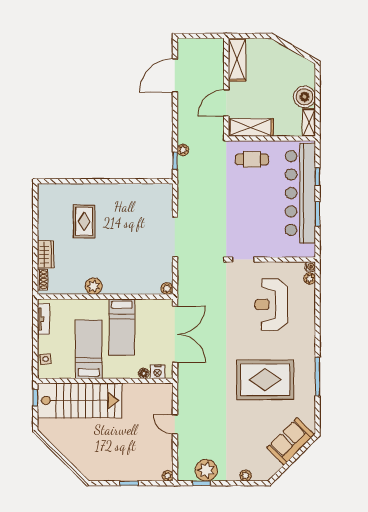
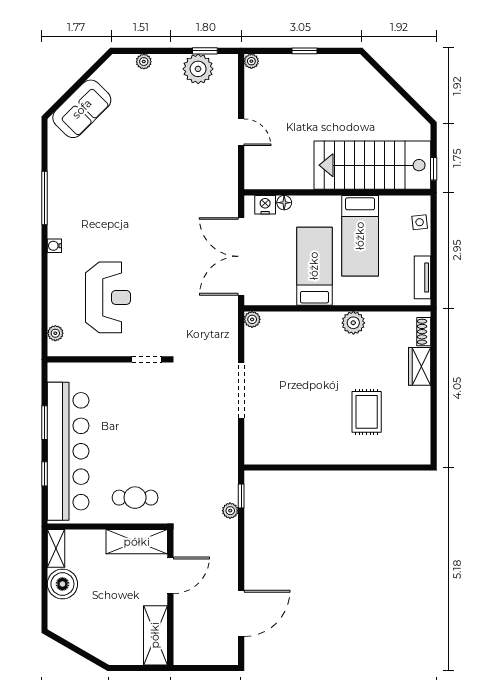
water cooler: (310, 267) -> (54, 246), moved
rug: (265, 380) -> (117, 194), removed

